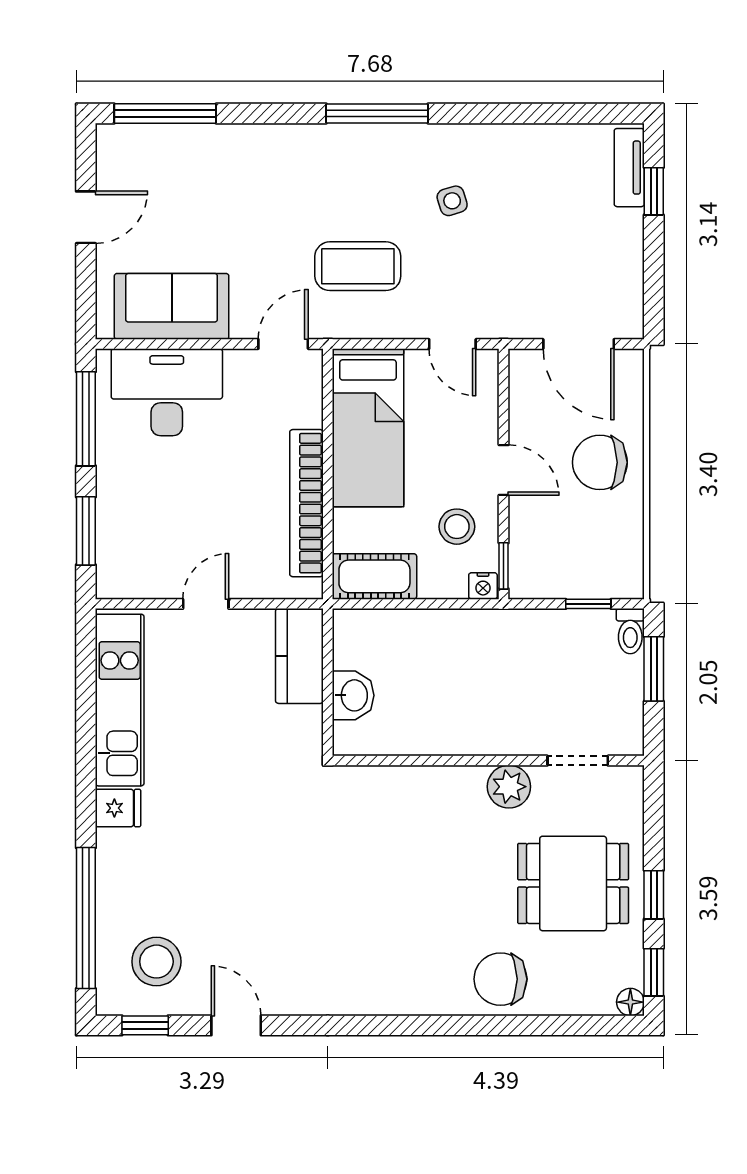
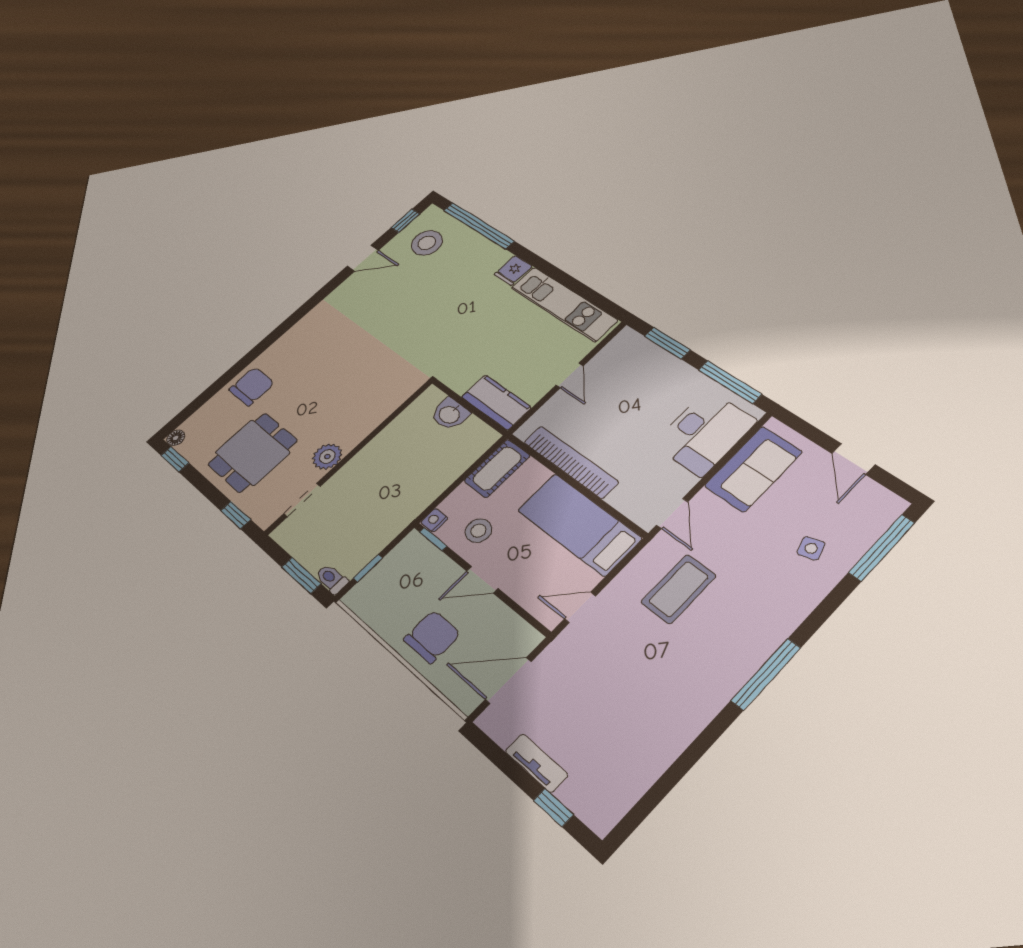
tv unit: (629, 168) -> (536, 763), moved
side table: (452, 201) -> (811, 548), moved
window: (654, 895) -> (236, 515), moved

